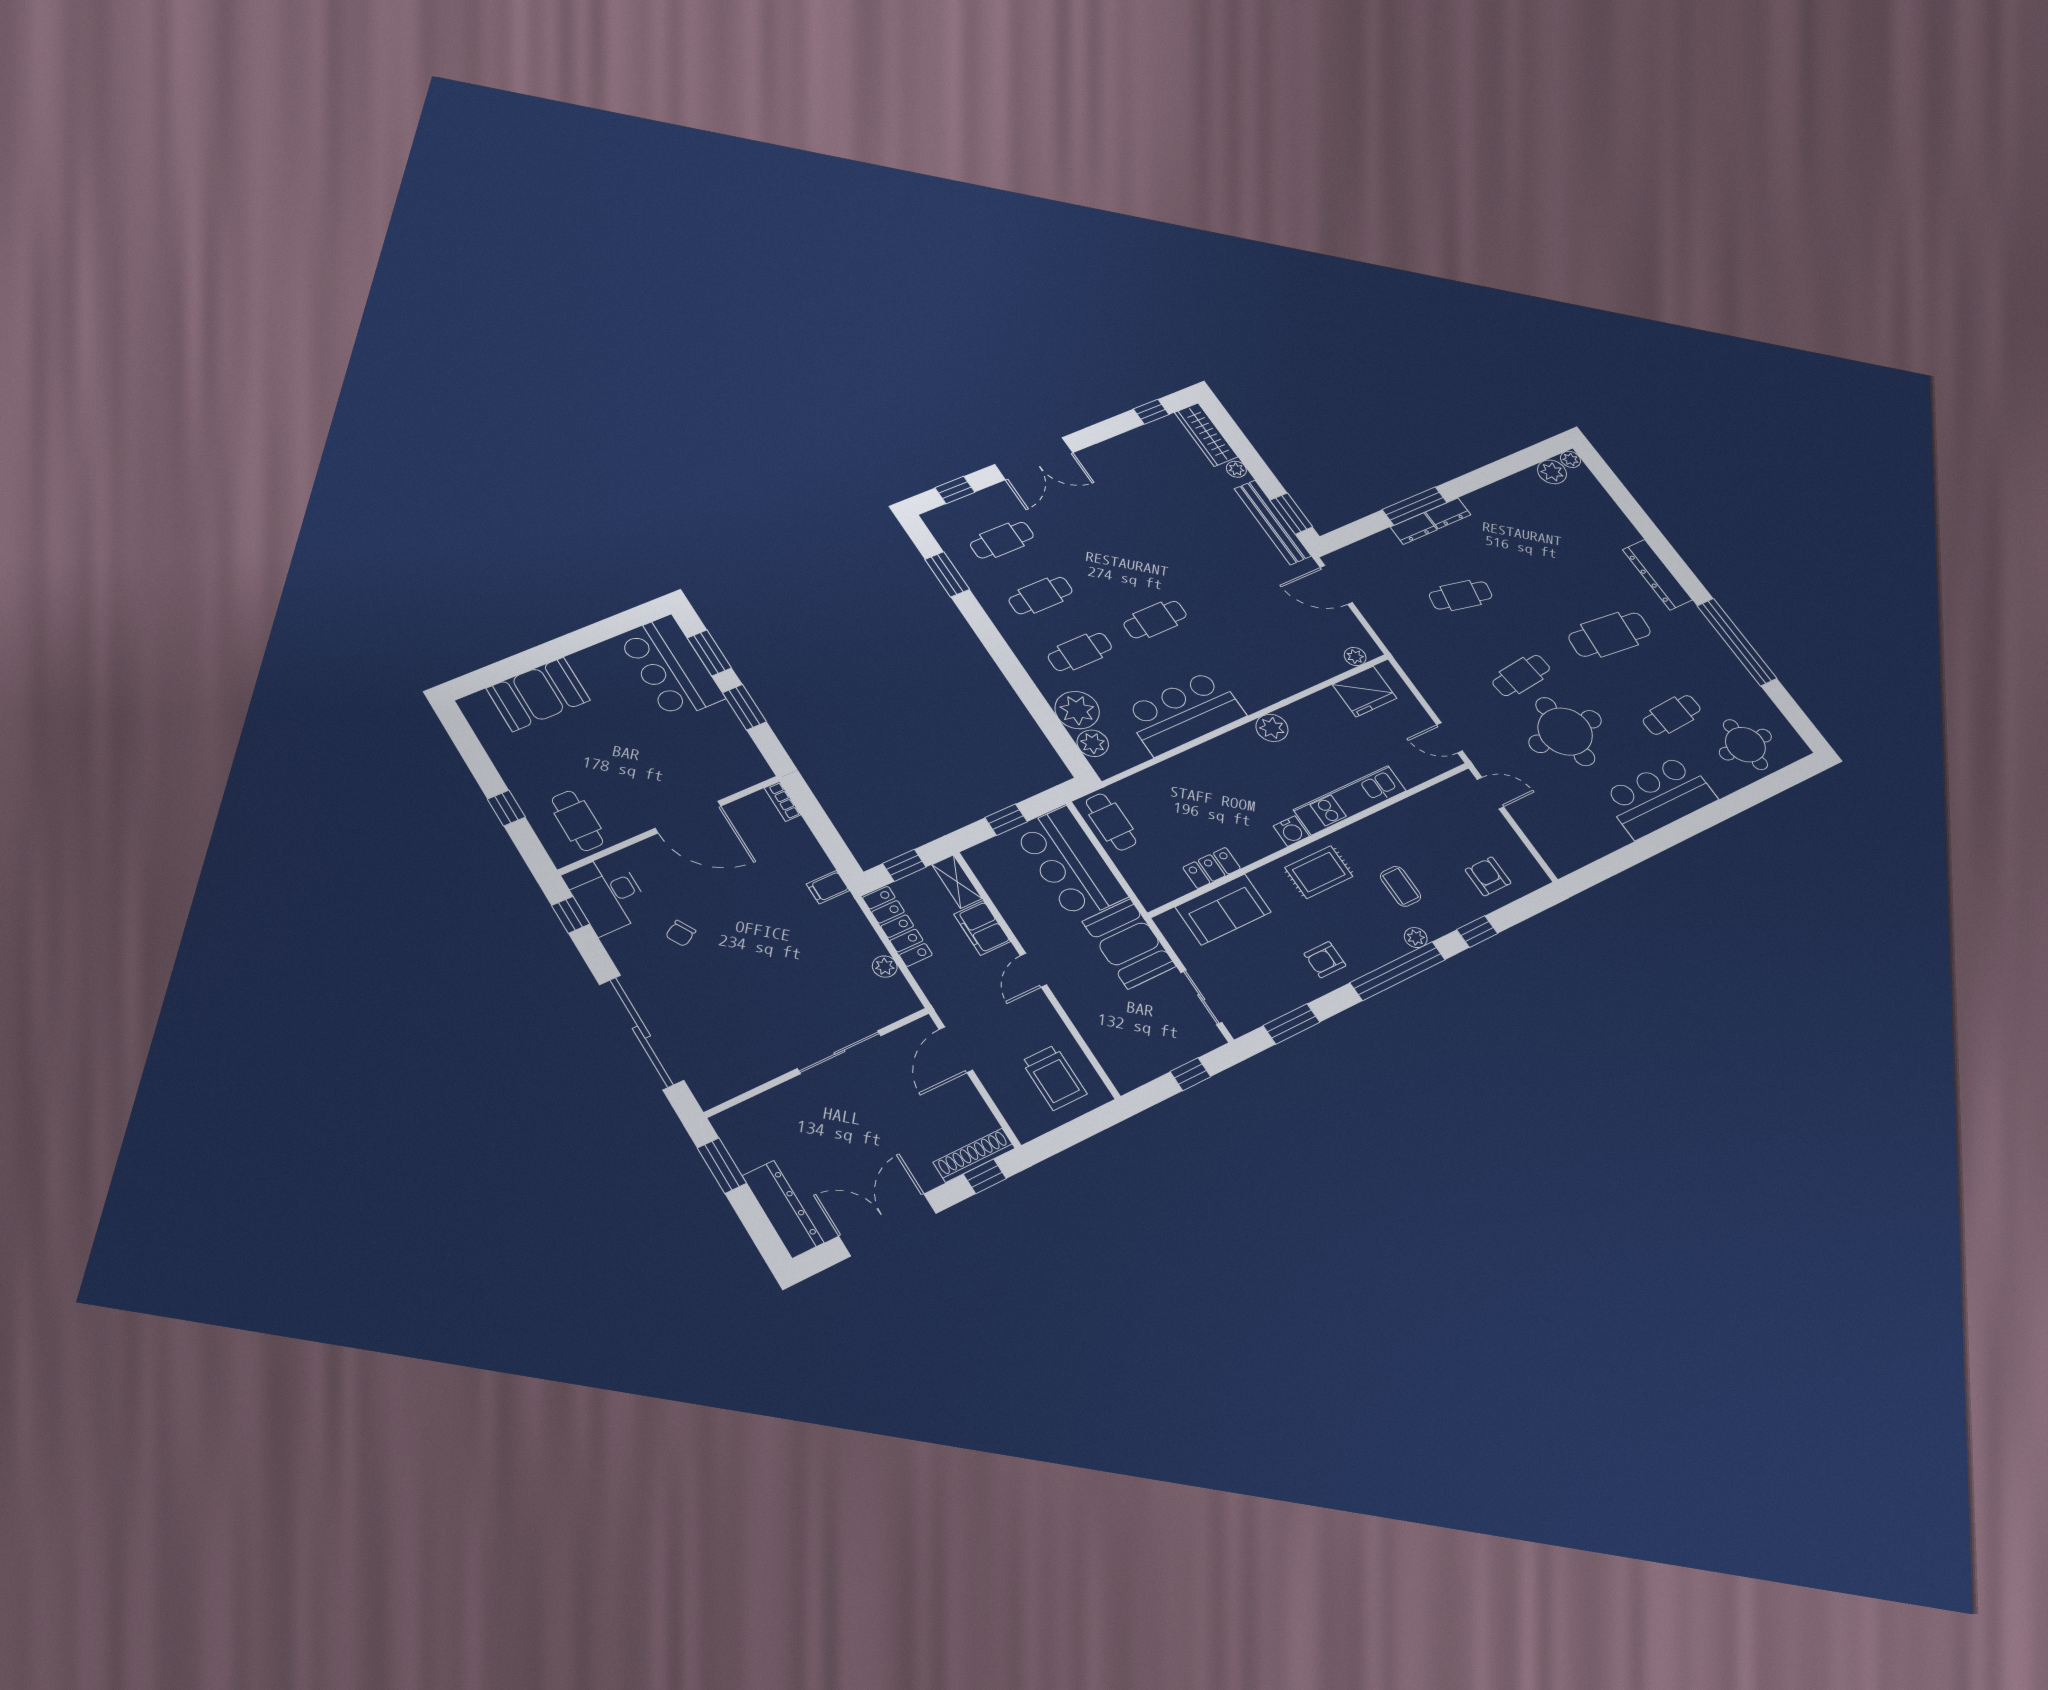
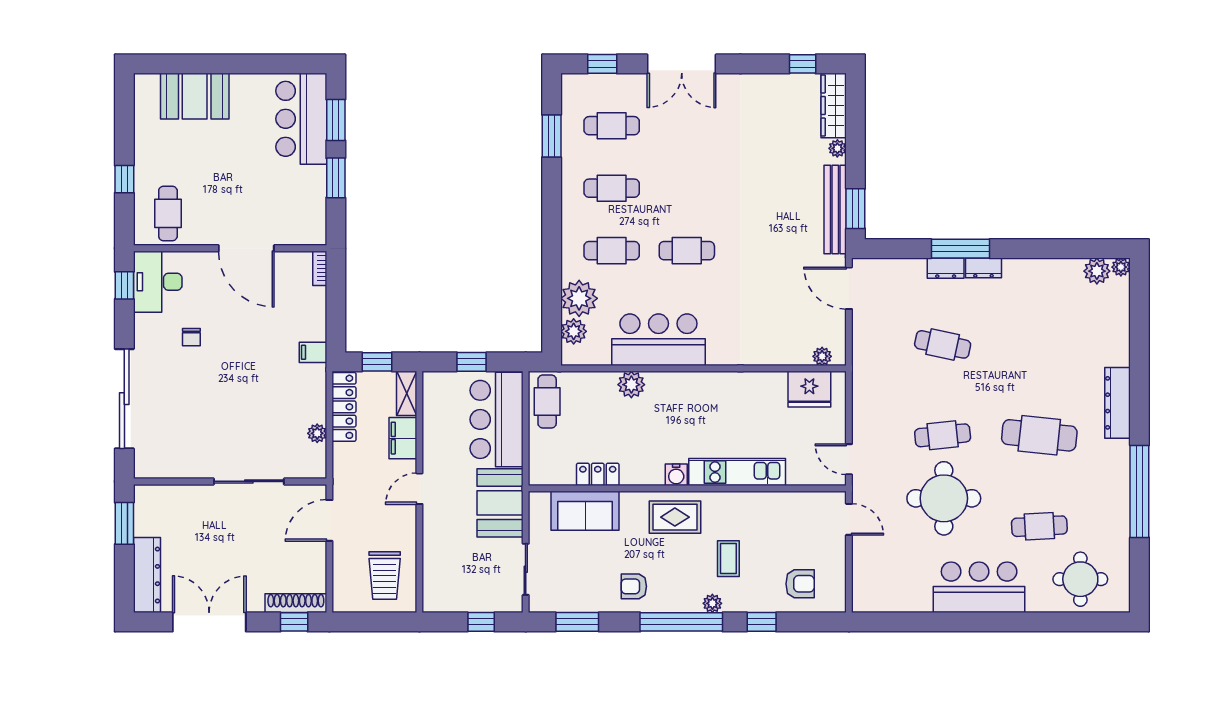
plant: (1272, 728) -> (631, 385), moved
armchair: (1488, 876) -> (800, 584), turned 90
chair: (681, 933) -> (191, 337), turned -60

